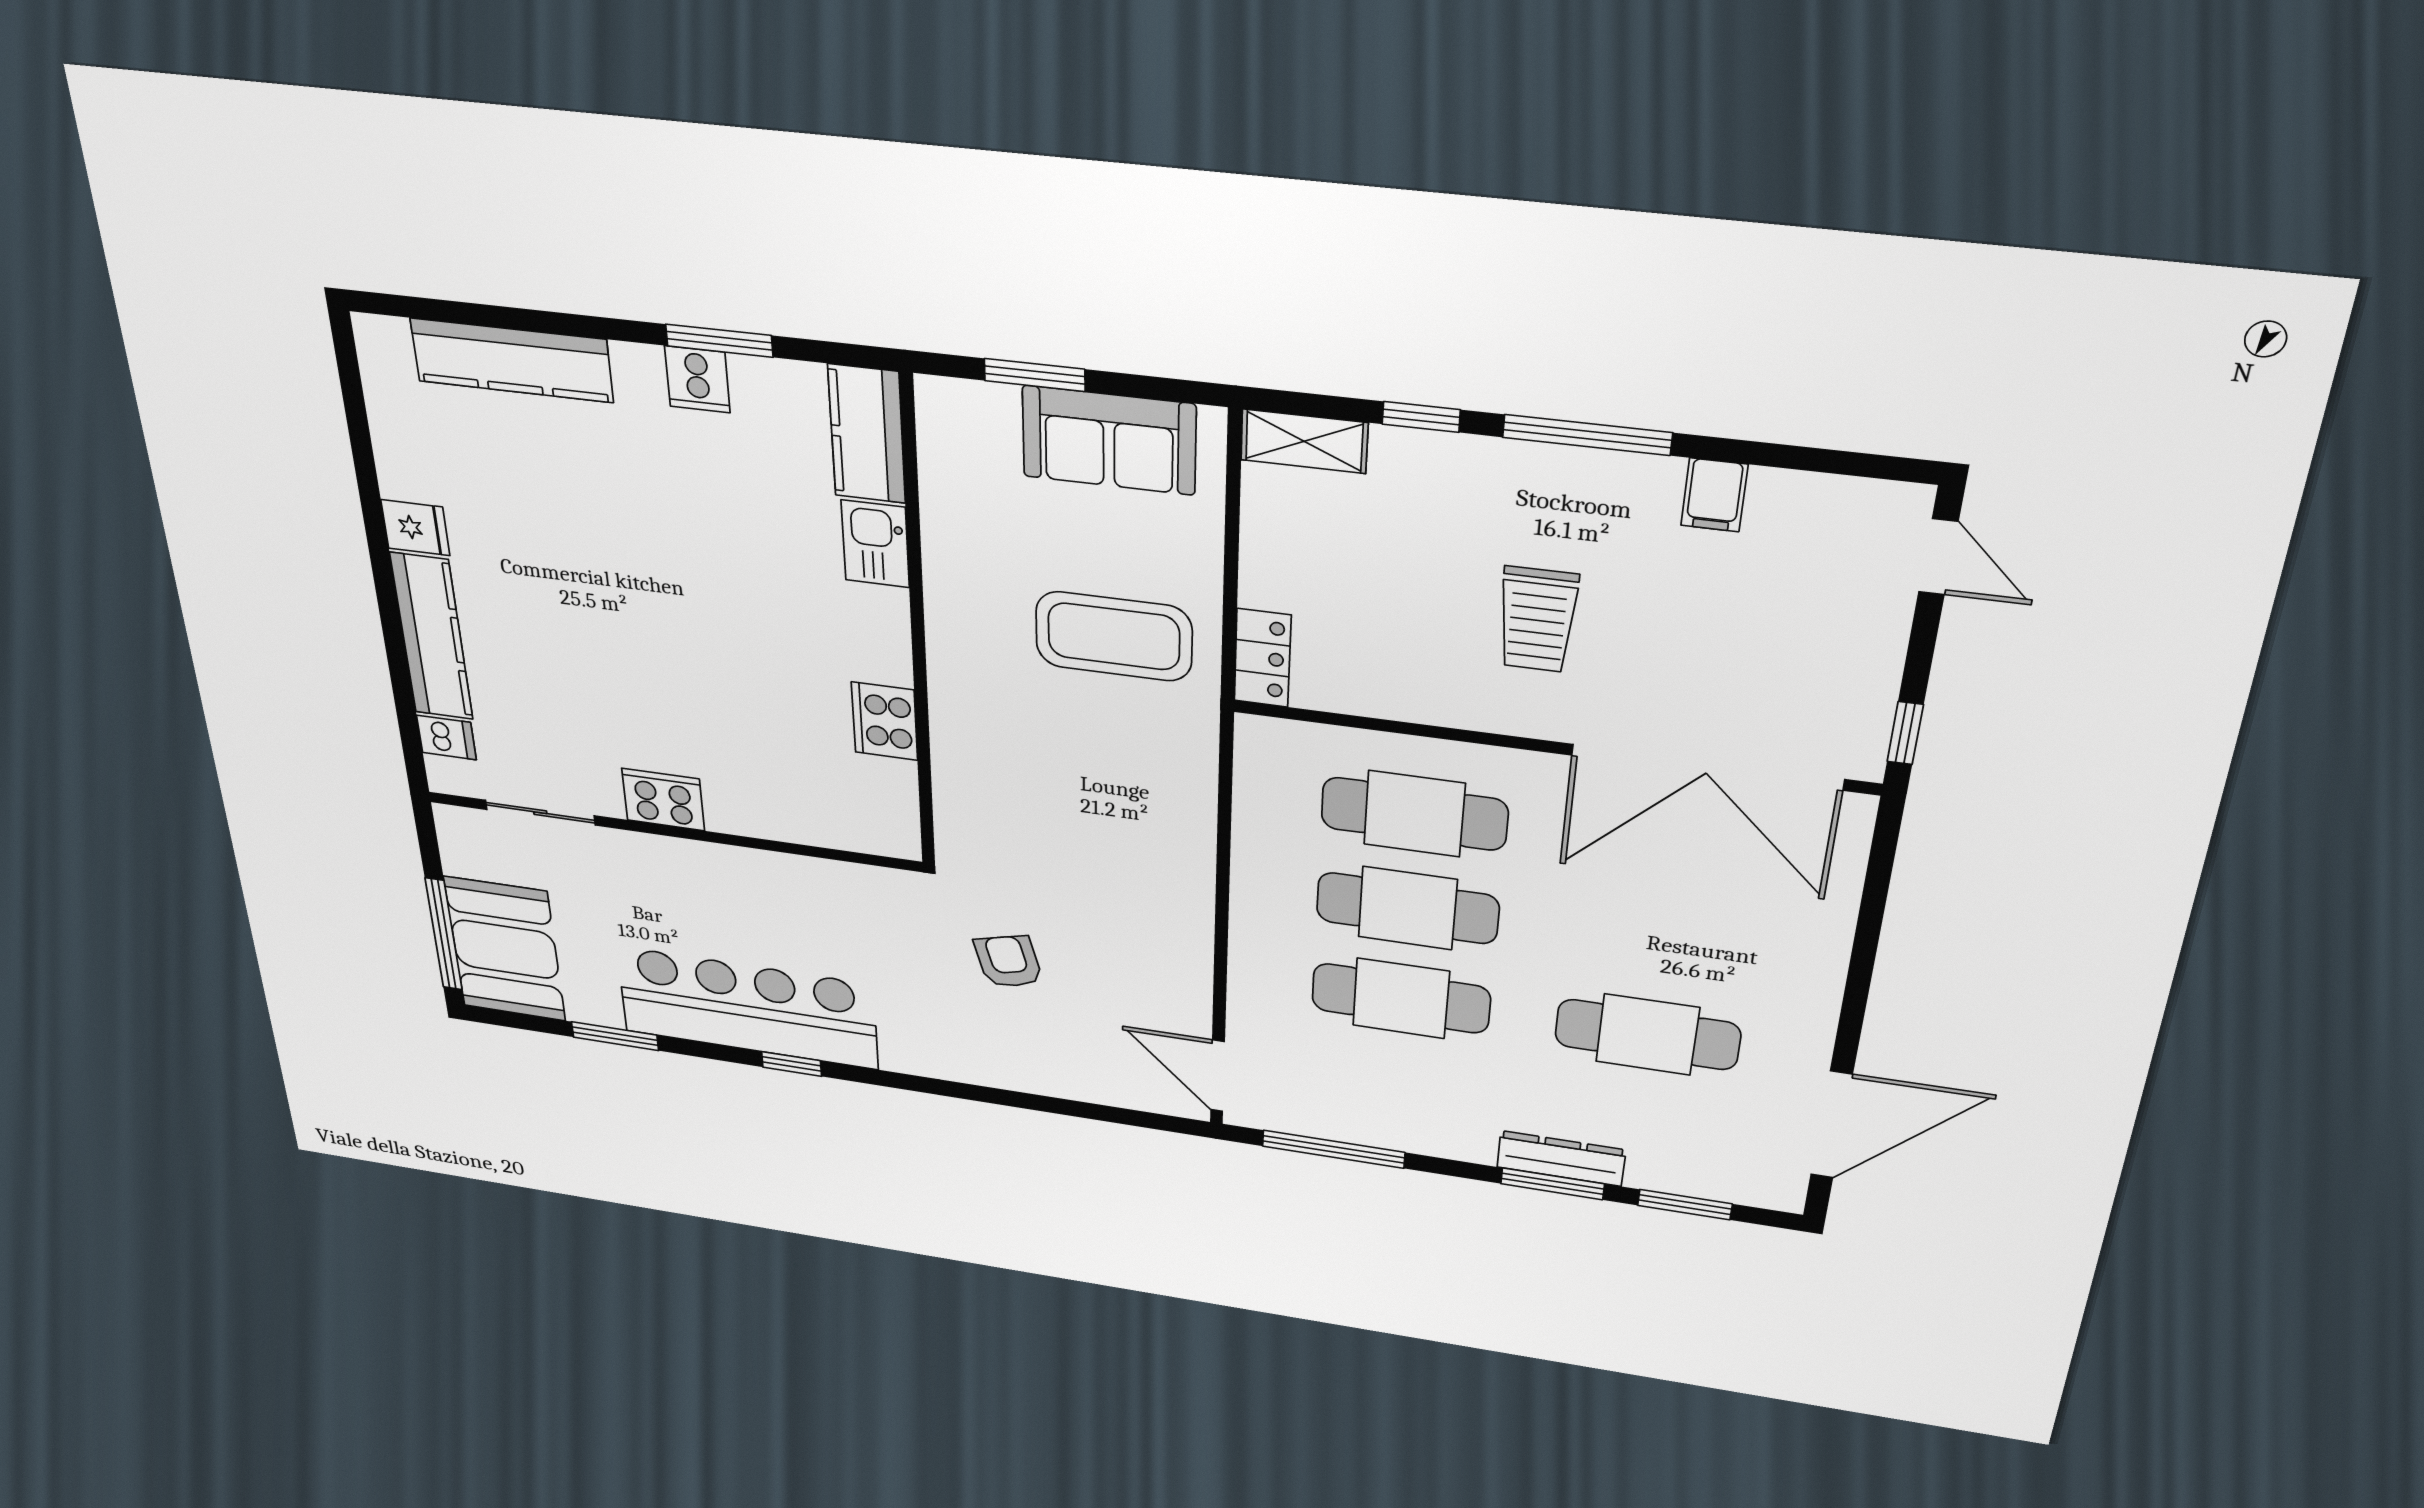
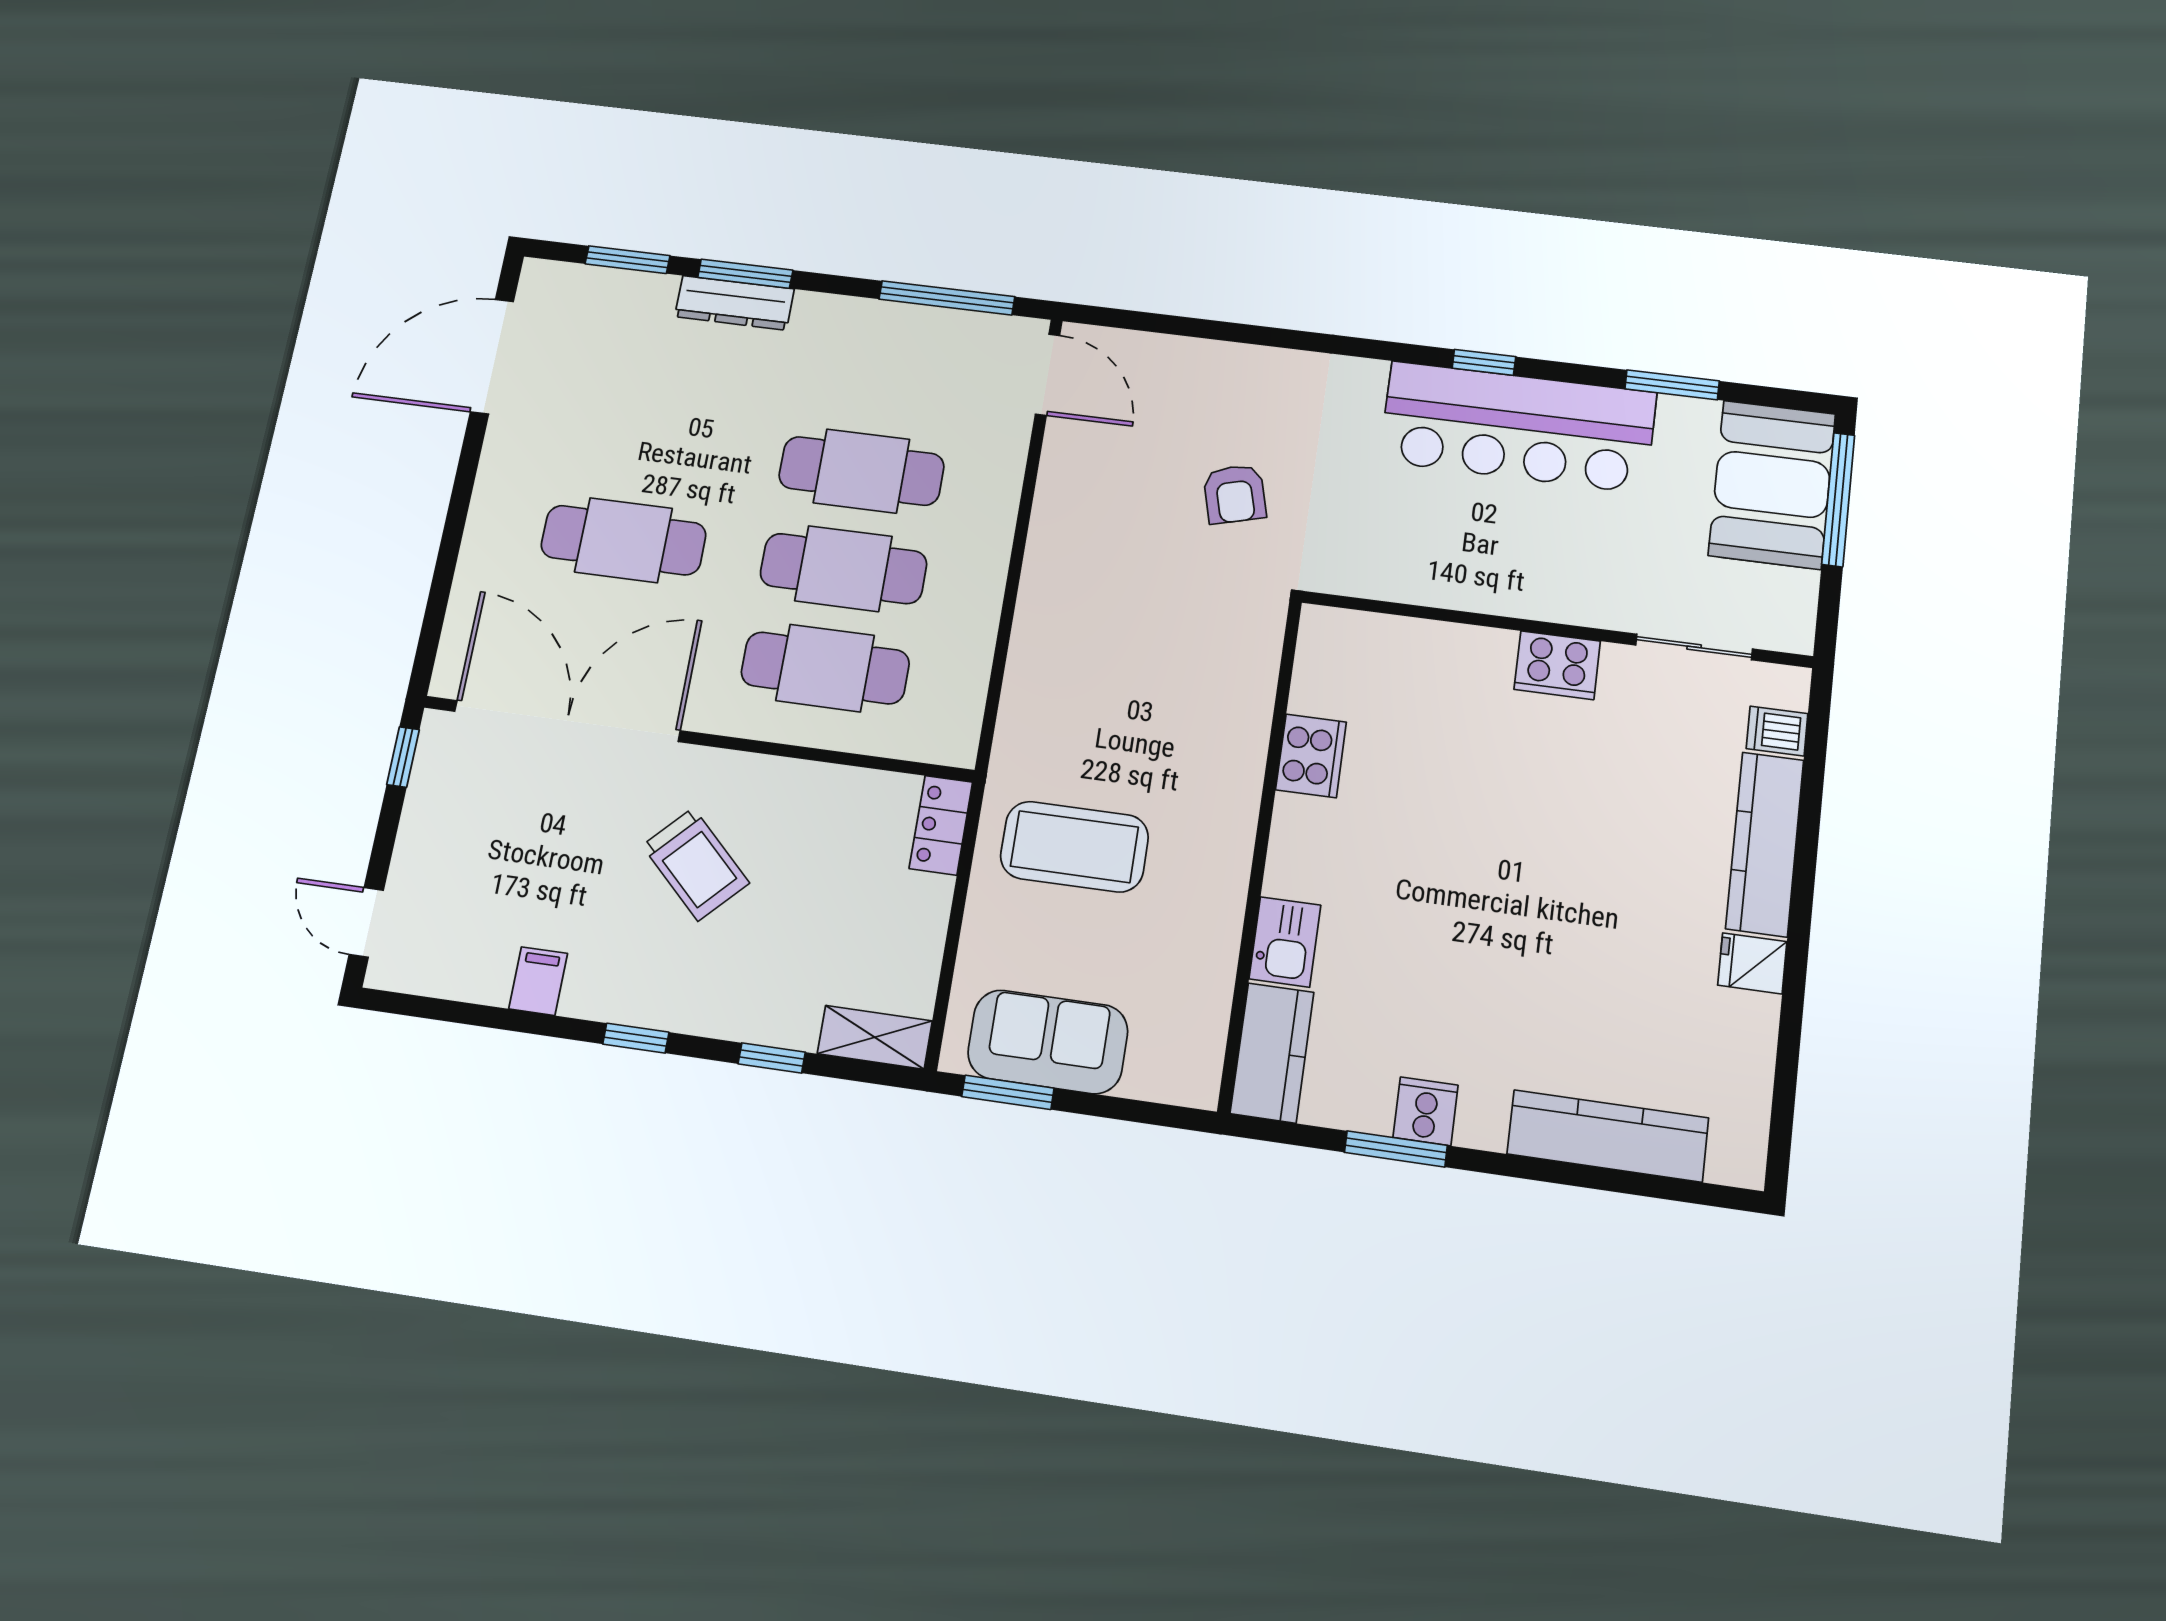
window: (1035, 375) -> (1008, 1092), moved
window: (1587, 435) -> (636, 1038), width x0.46
trolley: (1537, 620) -> (696, 864), turned 134
cafe table: (1647, 1035) -> (623, 540), moved

